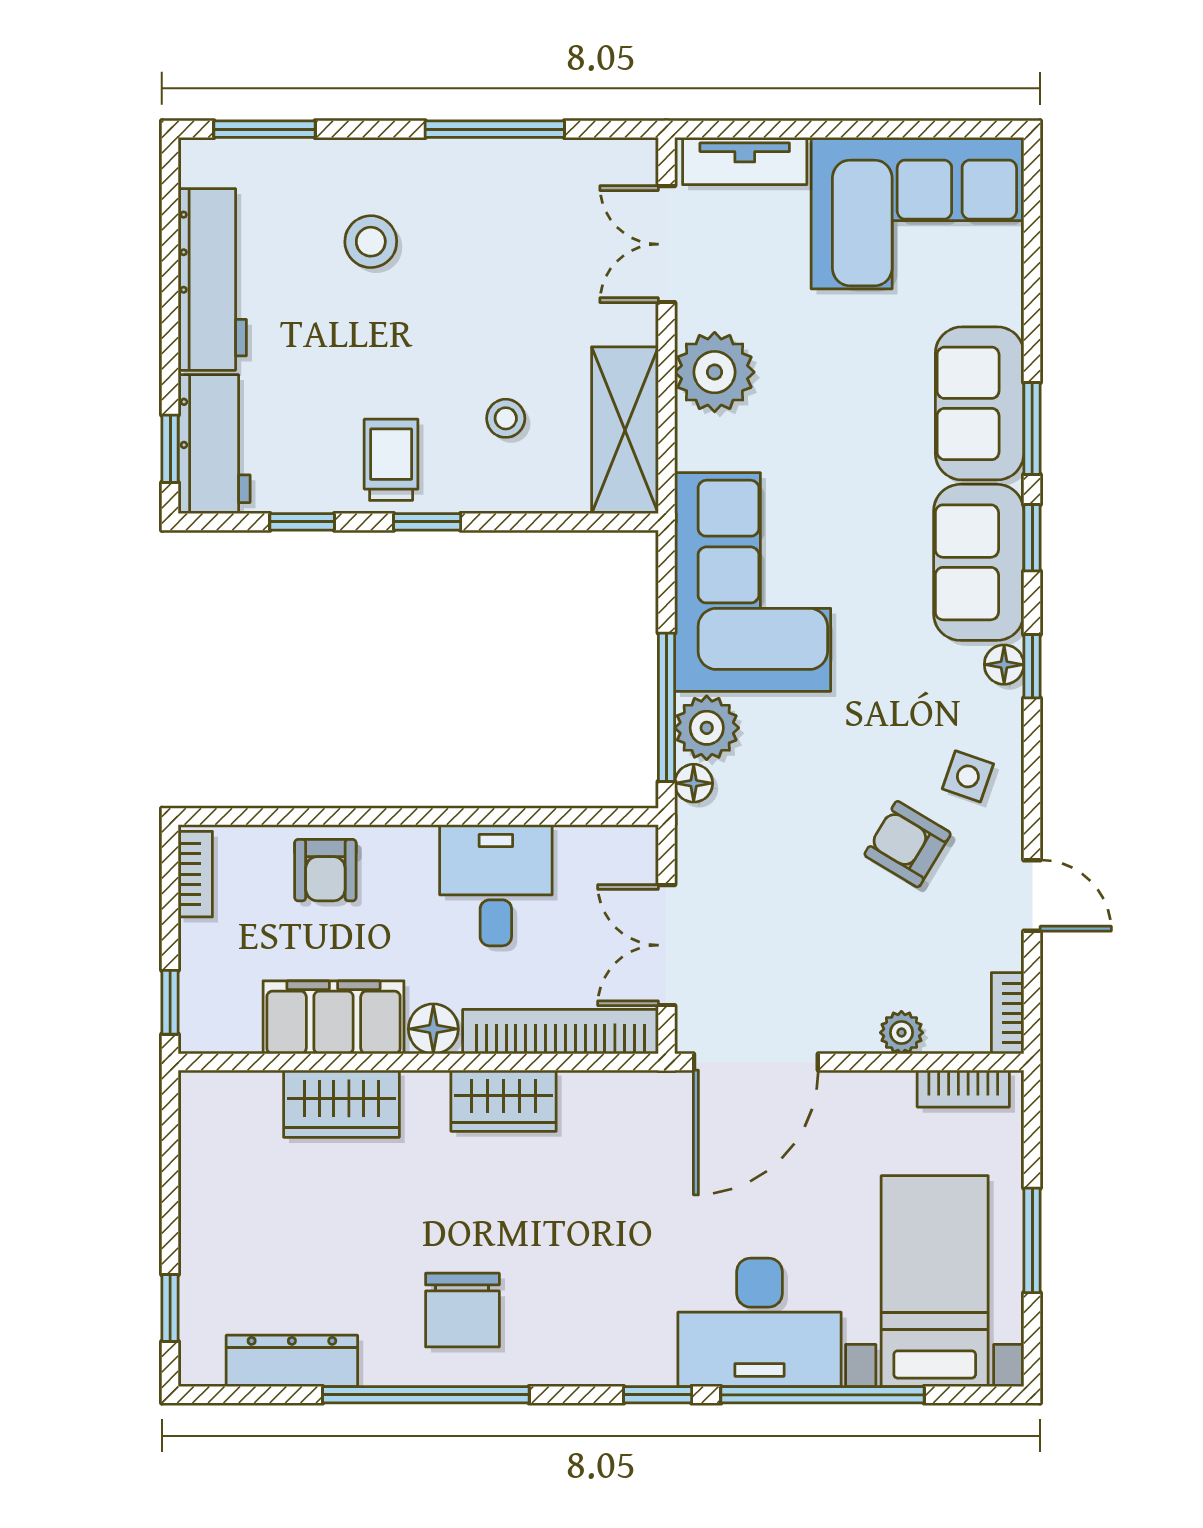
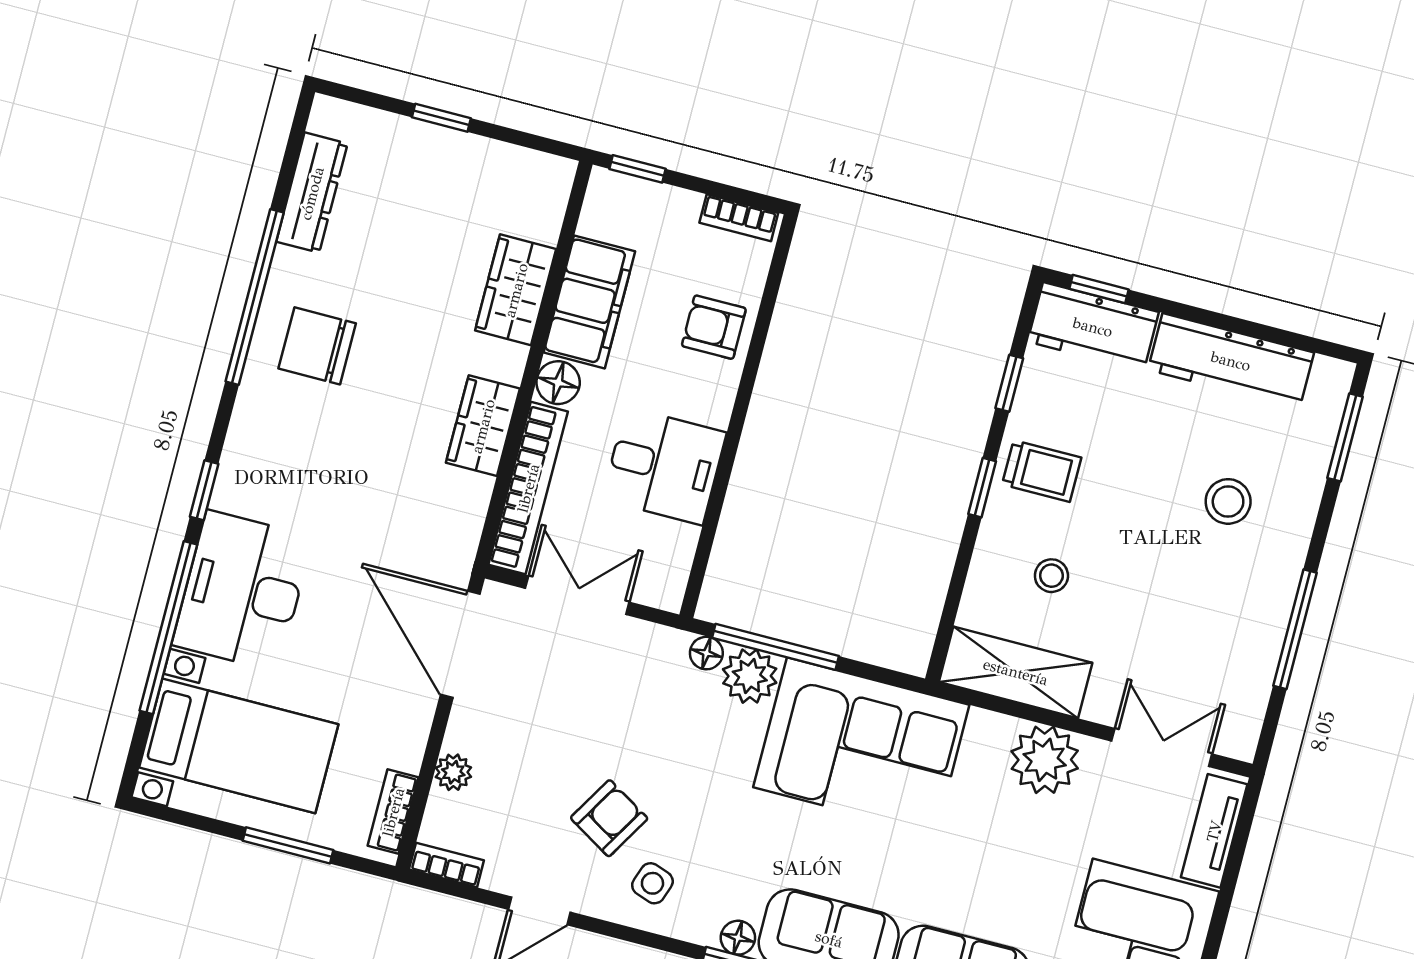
window: (1032, 1240) -> (288, 845), moved
window: (170, 1308) -> (441, 118), moved

